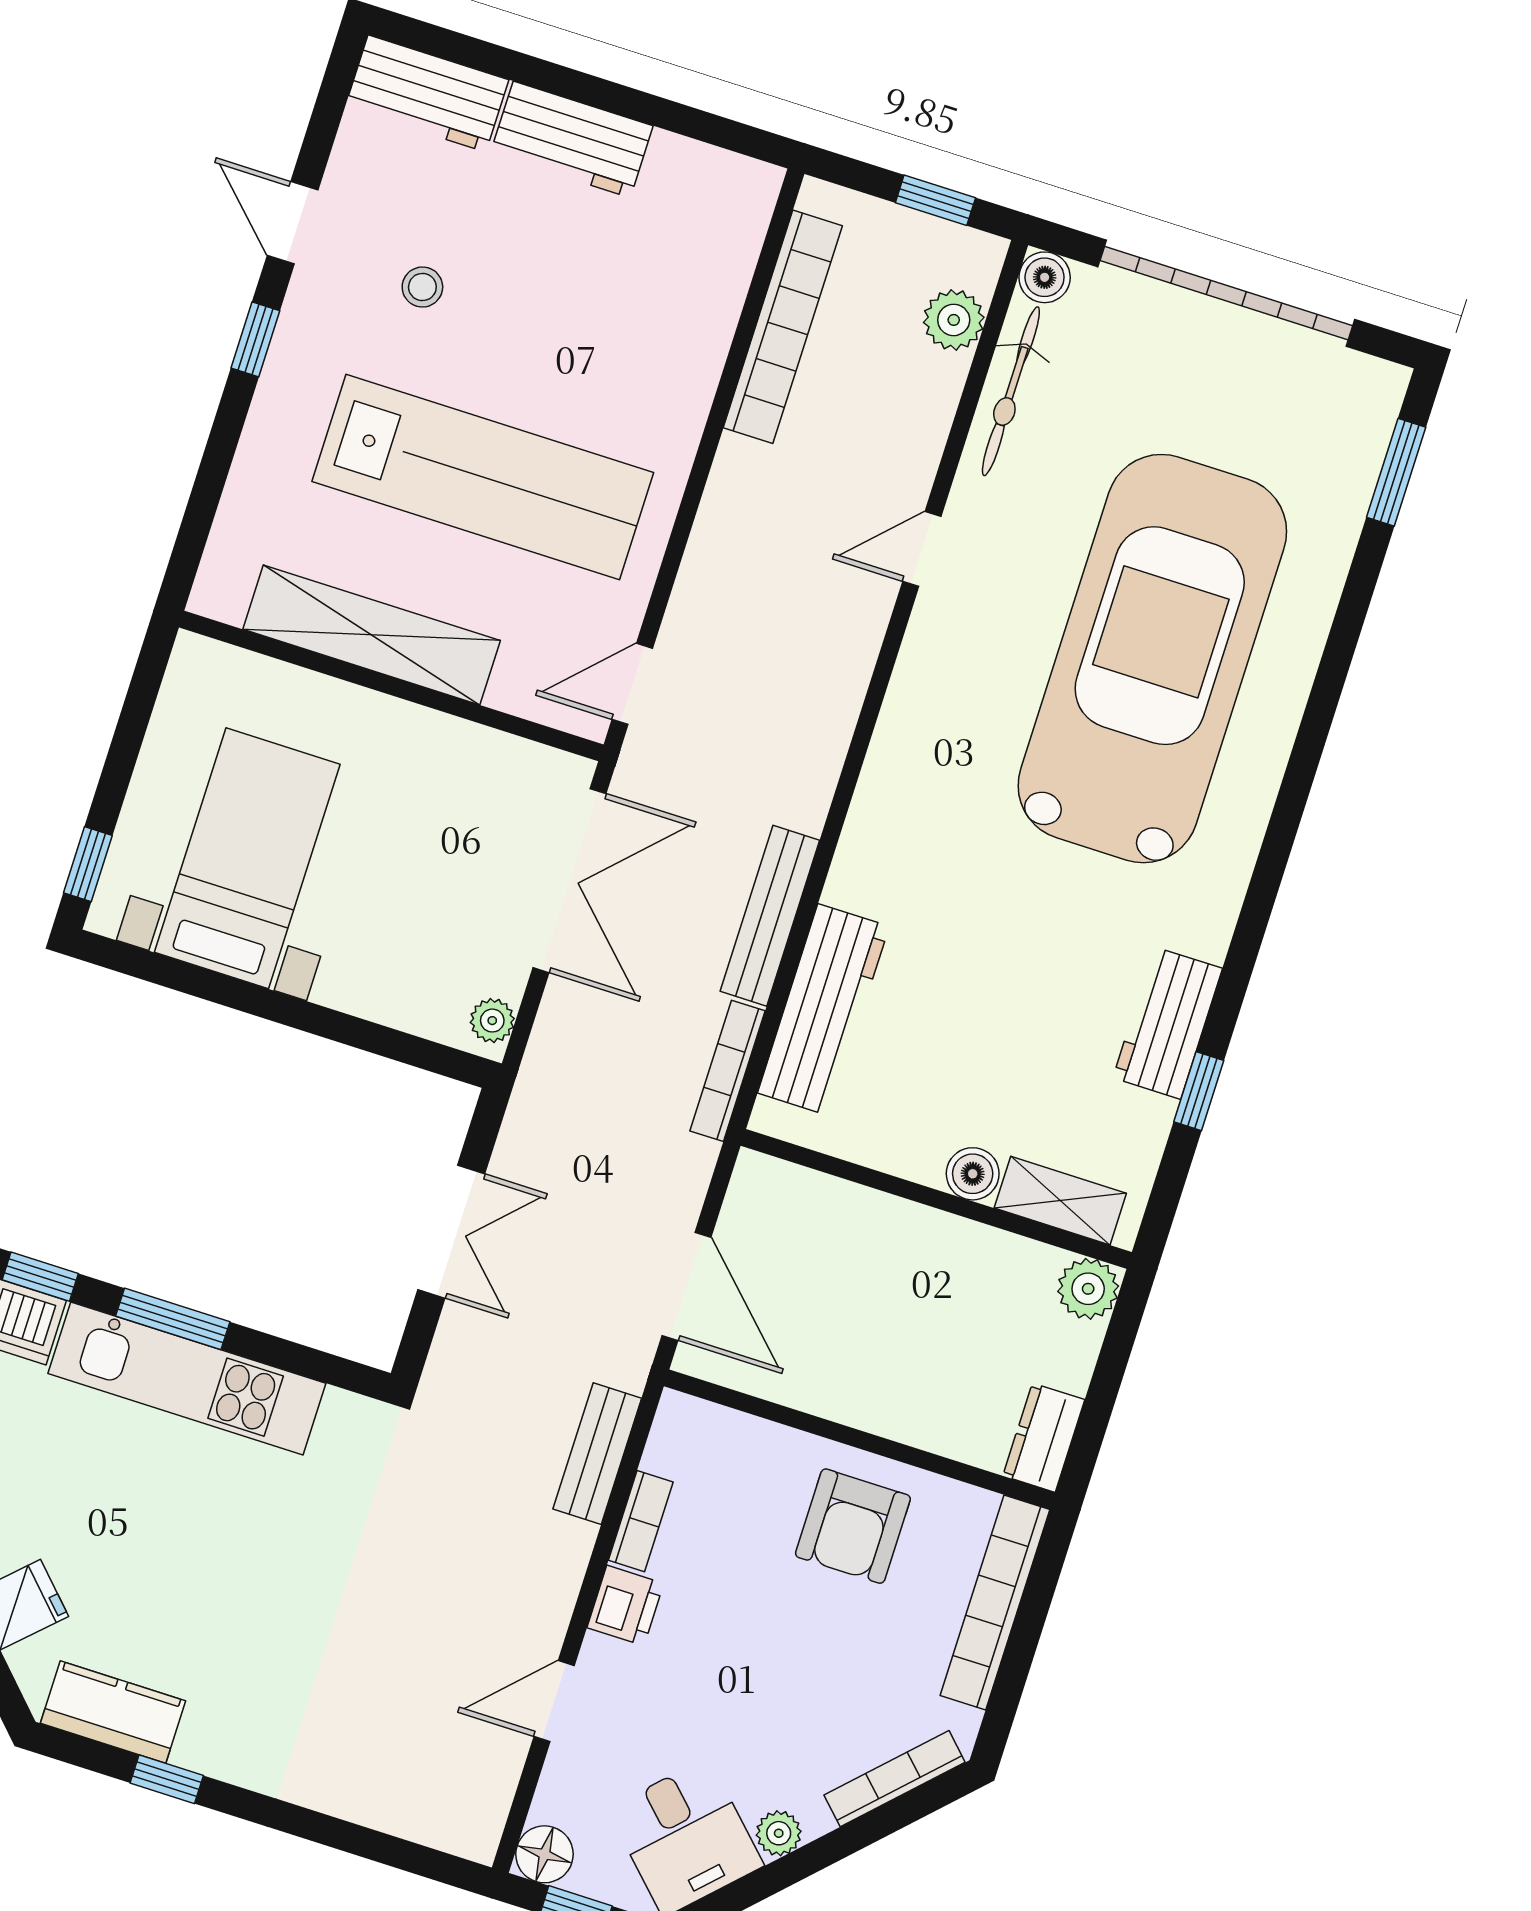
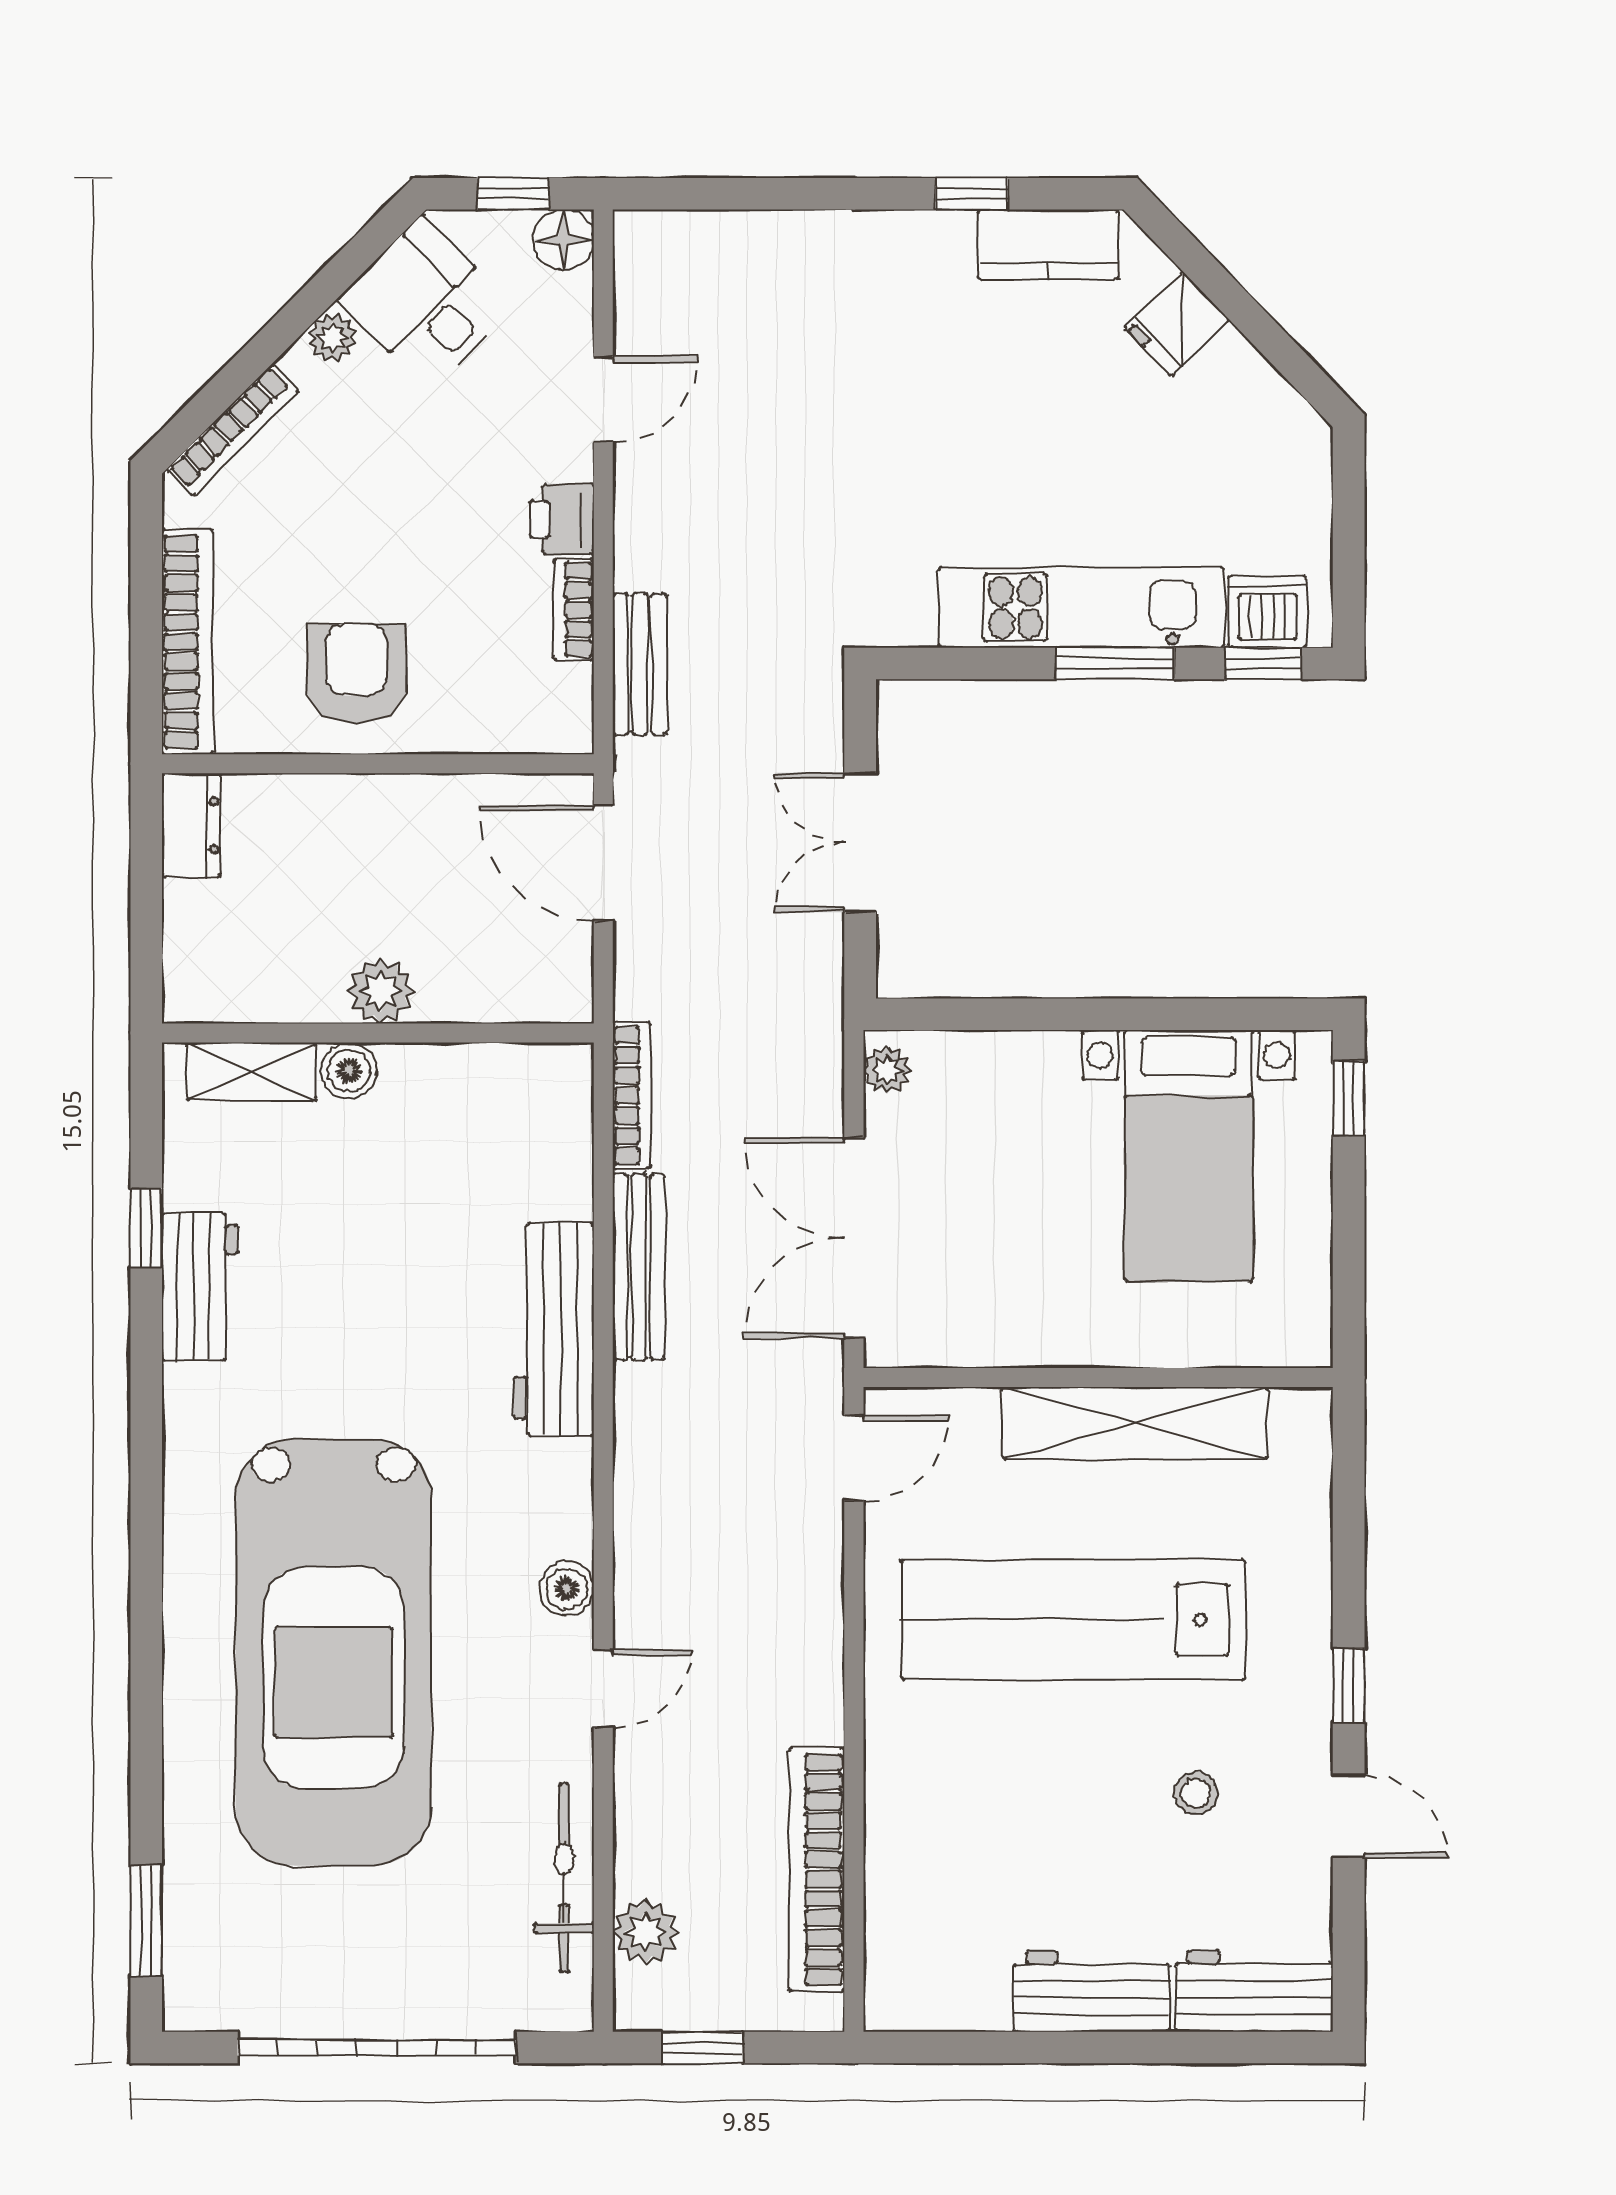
boiler: (1045, 277) -> (567, 1589), moved
workbench: (823, 1010) -> (554, 1329), moved
plant: (1088, 1289) -> (381, 991), moved

